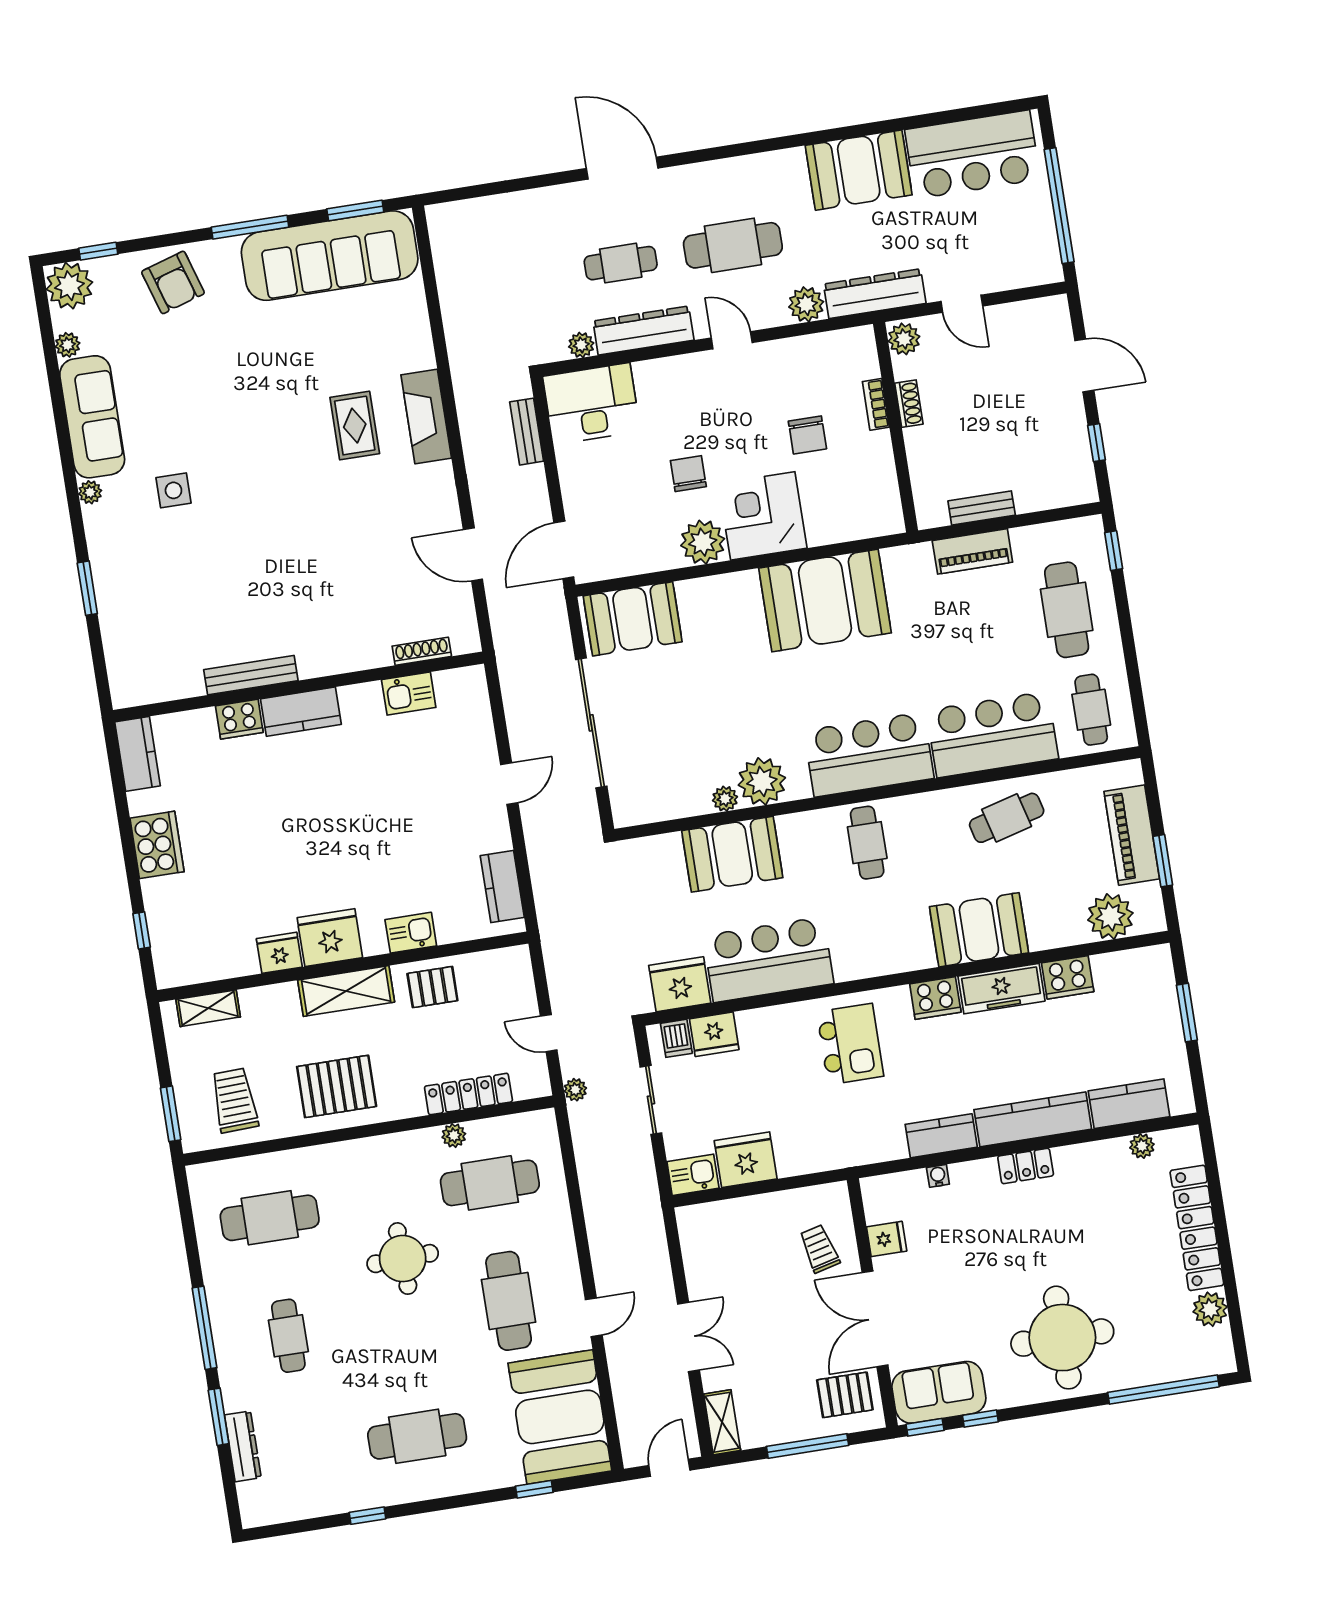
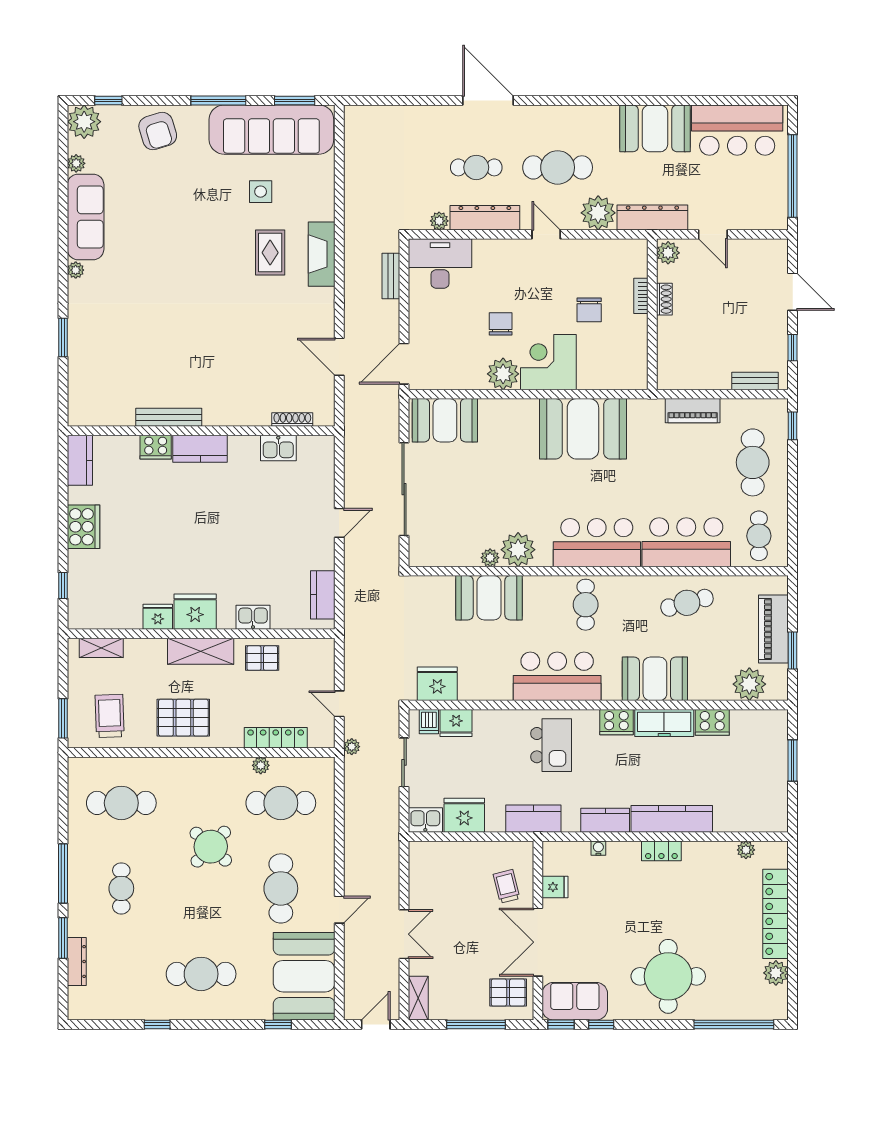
plant: (806, 304) -> (598, 213), width x1.36, depth x1.36
side table: (173, 490) -> (261, 192), moved
bench: (982, 508) -> (755, 381), moved
bar counter: (768, 960) -> (557, 676), moved
kitchen counter: (1129, 1104) -> (533, 819), moved
round table: (403, 1259) -> (211, 847), turned 45

